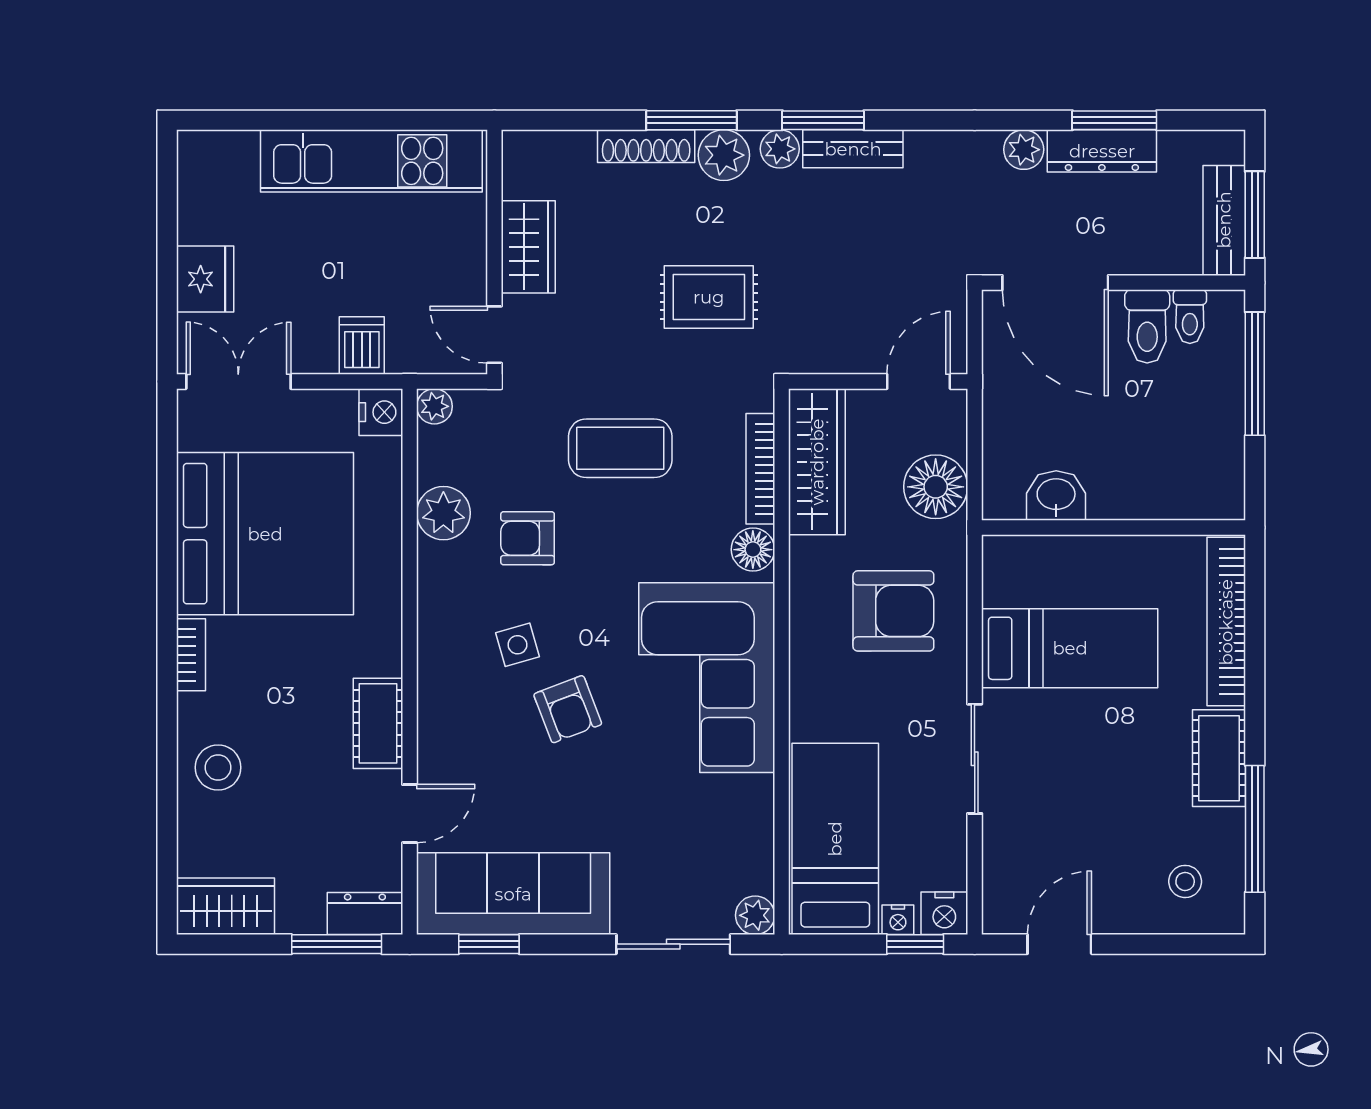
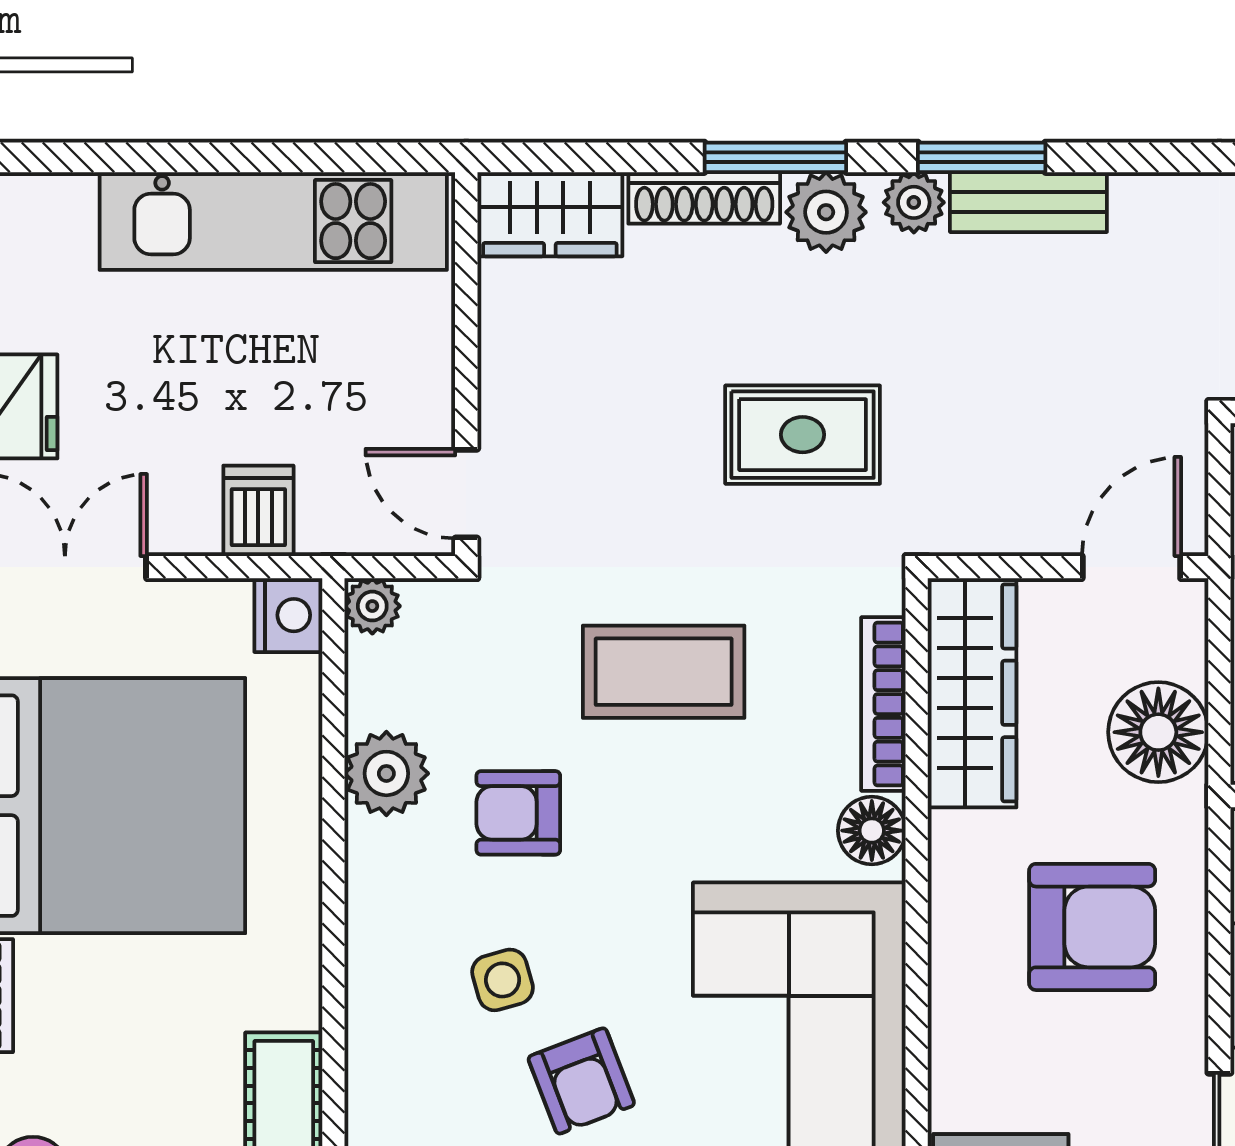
wardrobe: (528, 247) -> (550, 214), moved, turned 90

